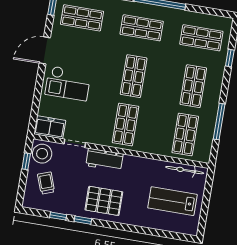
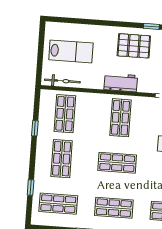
shop shelf: (134, 76) -> (117, 163), turned 90
window: (219, 122) -> (35, 128), width x0.46
workbench: (104, 160) -> (121, 82), moved

